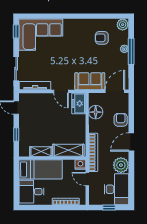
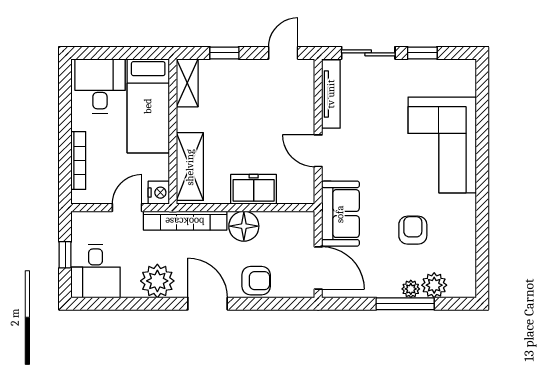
plant: (123, 25) -> (434, 285), moved
window: (16, 31) -> (422, 53), moved
corner sofa: (41, 35) -> (442, 145), moved
armchair: (102, 38) -> (413, 230), moved
door: (61, 91) -> (318, 151), hinge flipped
freezer: (79, 103) -> (254, 189), moved
floor lamp: (96, 112) -> (244, 226), moved
shelving: (41, 152) -> (187, 83), moved
desk: (117, 189) -> (96, 271), width x0.73

